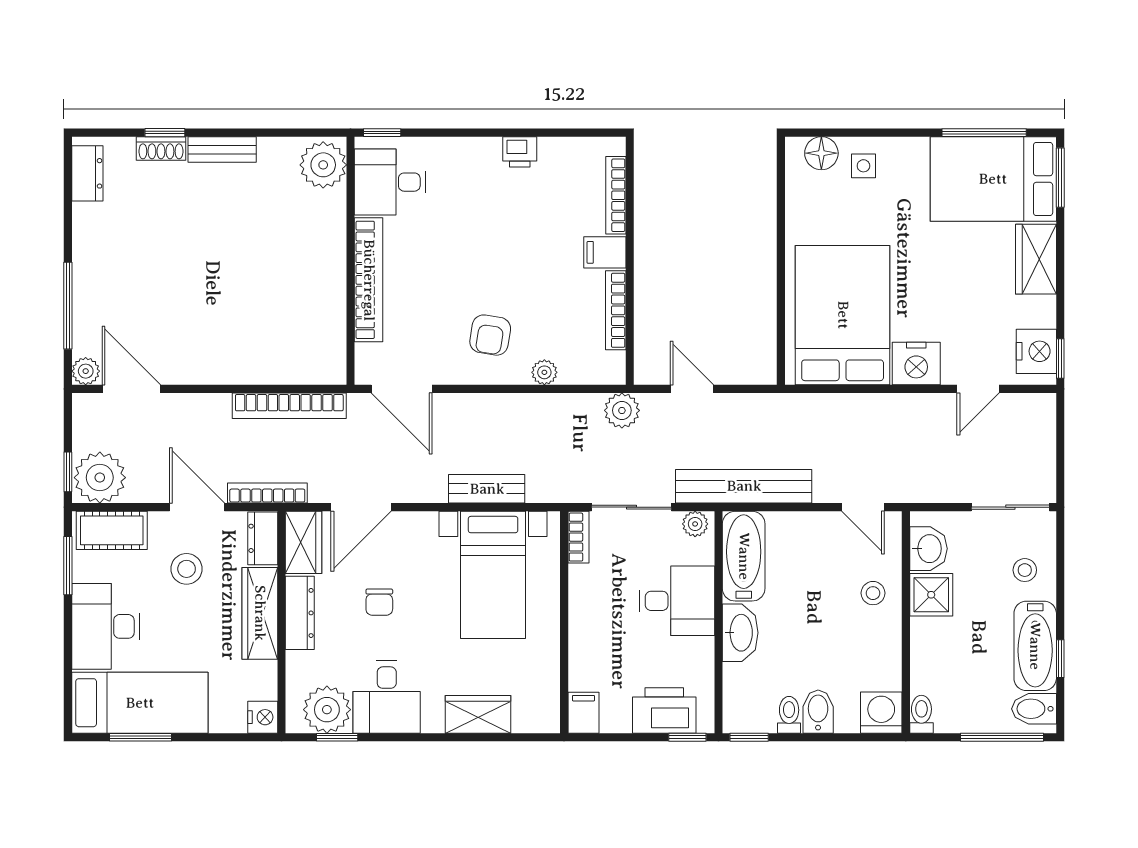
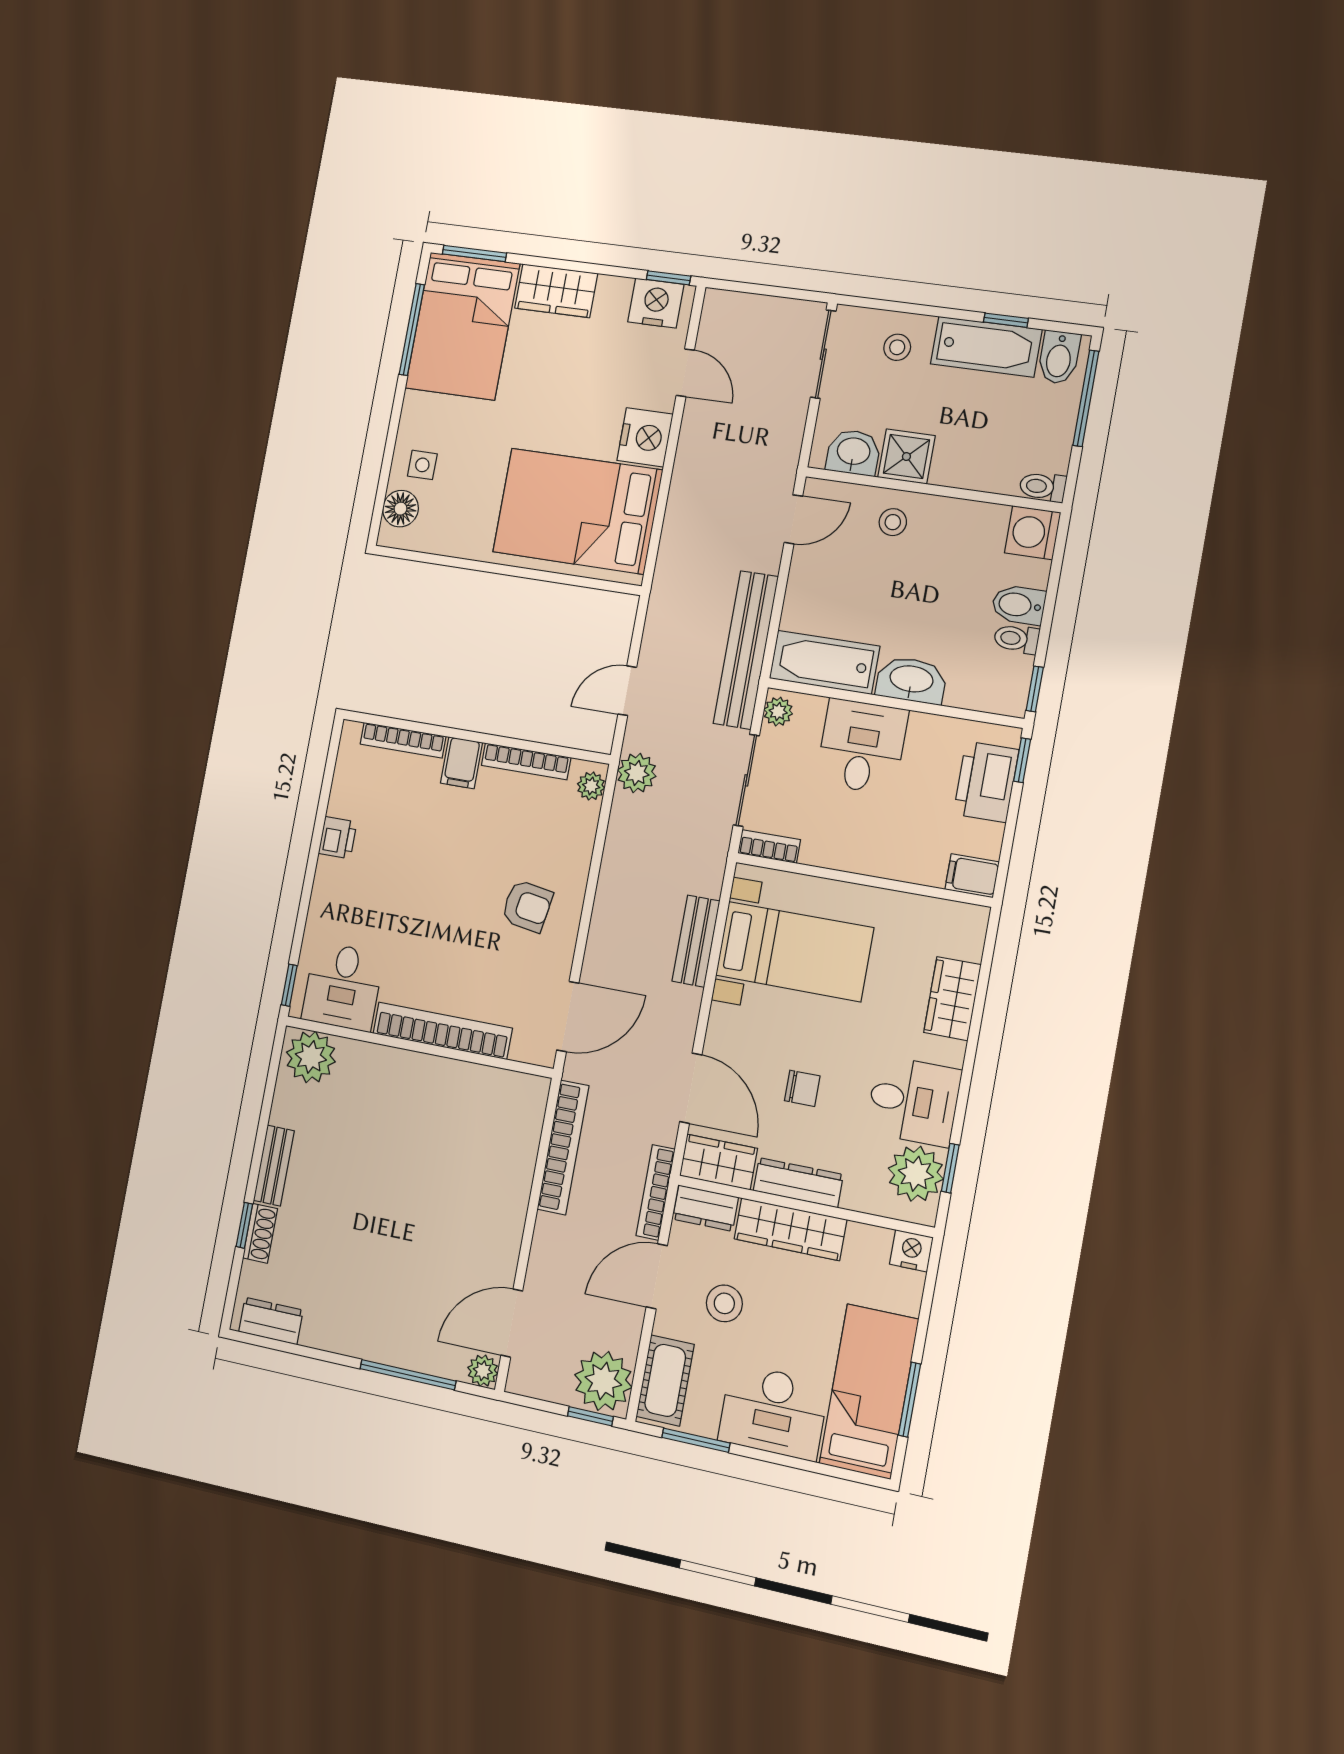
plant: (544, 372) -> (591, 786), moved

